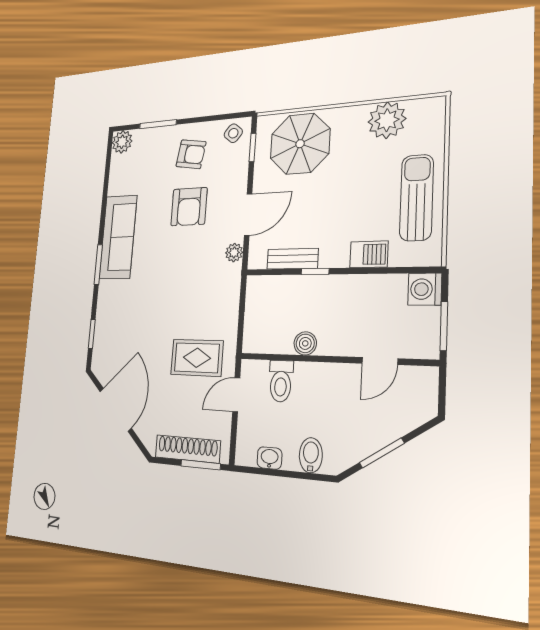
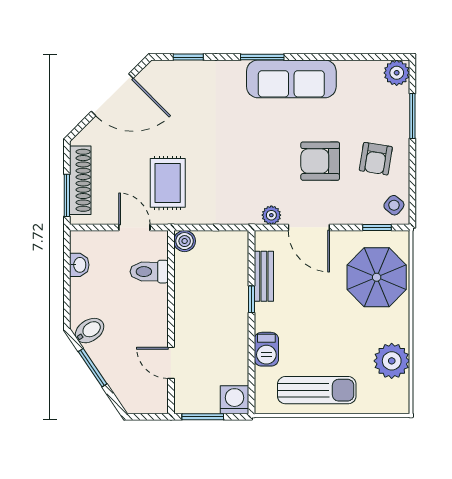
boiler: (305, 343) -> (185, 241), moved
bidet: (311, 455) -> (90, 331), moved, turned -34

